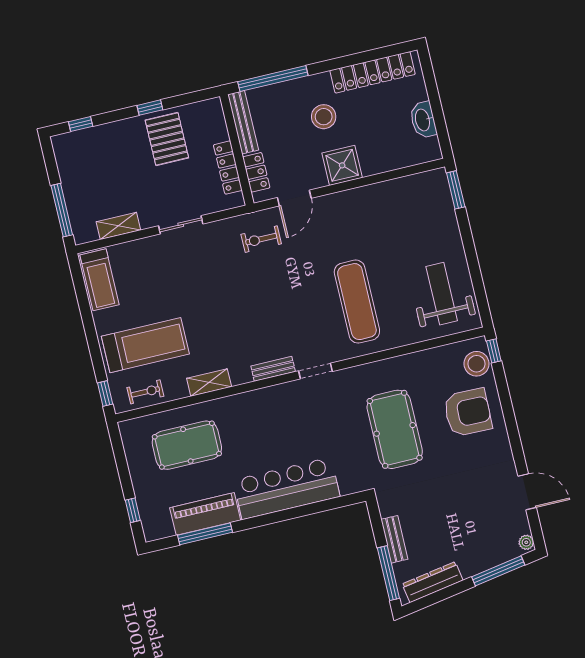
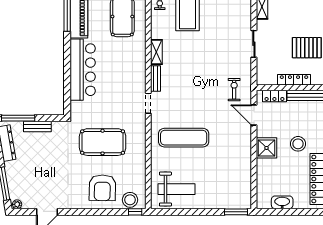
locker: (228, 168) -> (294, 80), moved
shelving: (209, 383) -> (156, 52), moved

